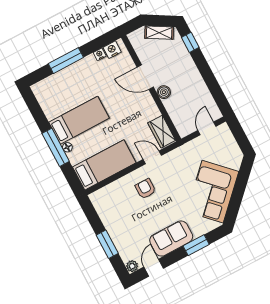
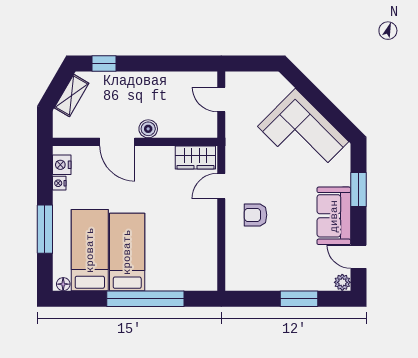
door: (145, 77) -> (117, 142), hinge flipped
window: (56, 147) -> (145, 299), width x1.46
floor lamp: (67, 147) -> (63, 284), moved
bed: (104, 165) -> (90, 250), moved

